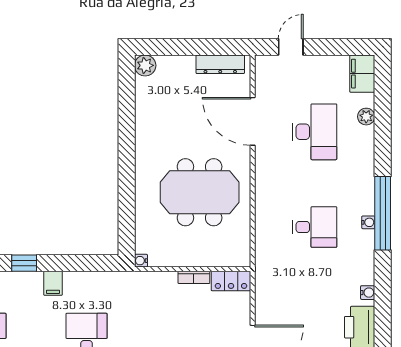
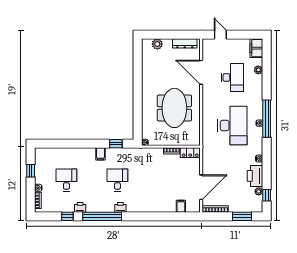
door: (291, 47) -> (220, 35), hinge flipped
plant: (145, 65) -> (157, 44), moved
meeting table: (200, 192) -> (174, 108), turned 90
desk: (315, 227) -> (232, 125), width x1.87, depth x1.30
window: (24, 263) -> (116, 144), moved

